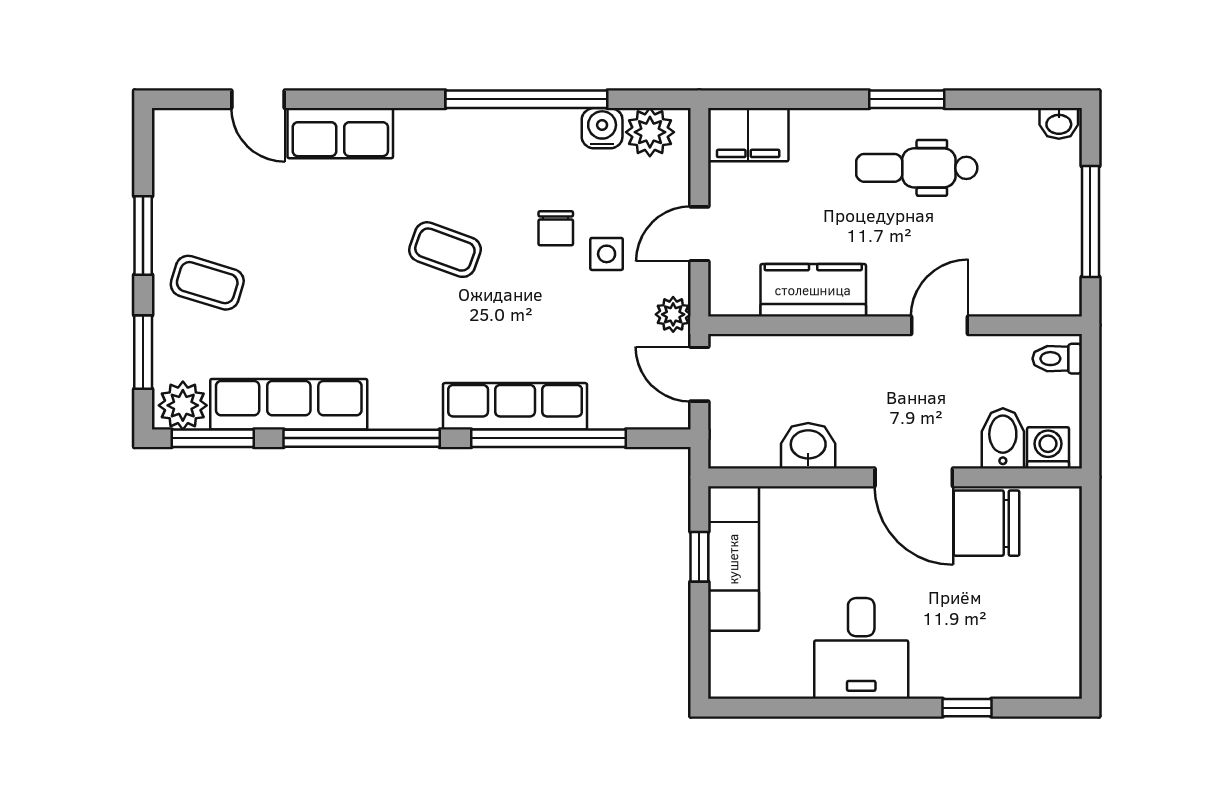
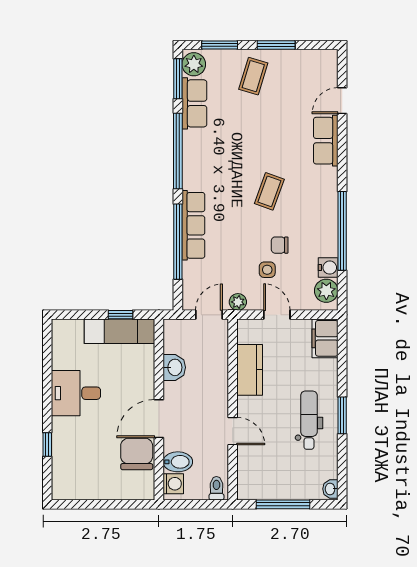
row of seats: (289, 404) -> (194, 103), width x0.68

